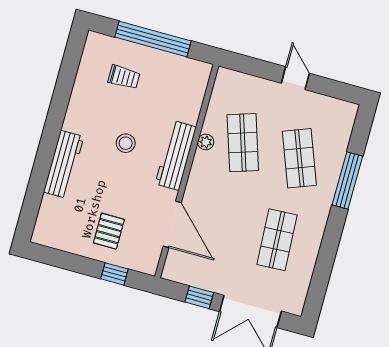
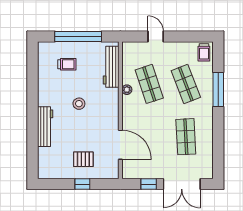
door: (295, 78) -> (156, 37), moved
trolley: (341, 117) -> (204, 52), added
workbench: (176, 155) -> (111, 67), moved
pallet: (109, 231) -> (83, 159), turned 90
window: (114, 274) -> (82, 184), moved

